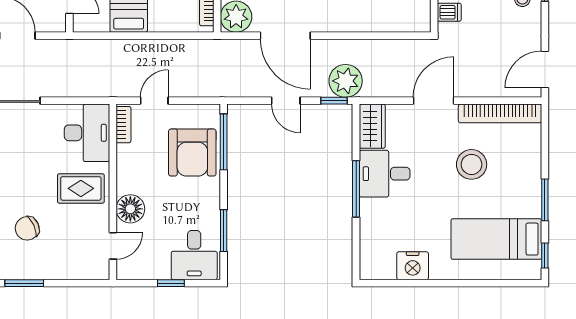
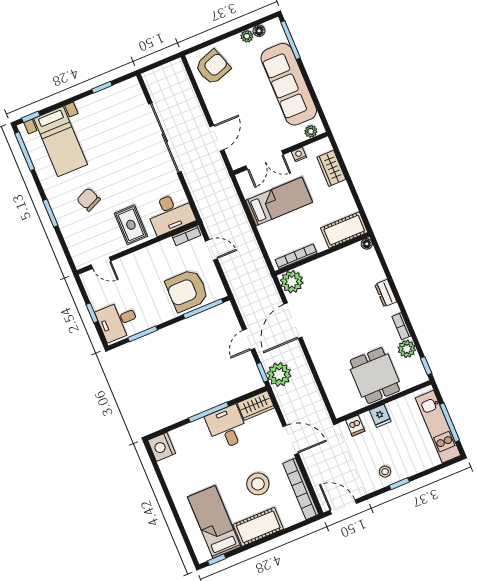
cot: (525, 186) -> (258, 527), added
window: (545, 200) -> (255, 544), removed
floor lamp: (130, 209) -> (131, 264), removed
nightstand: (413, 266) -> (162, 447), moved

